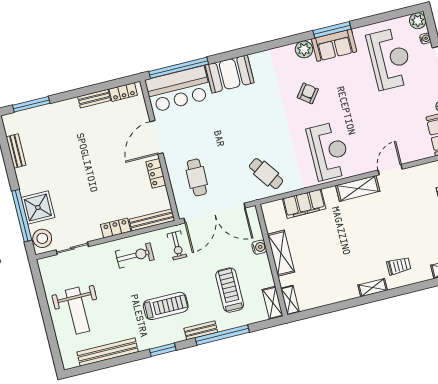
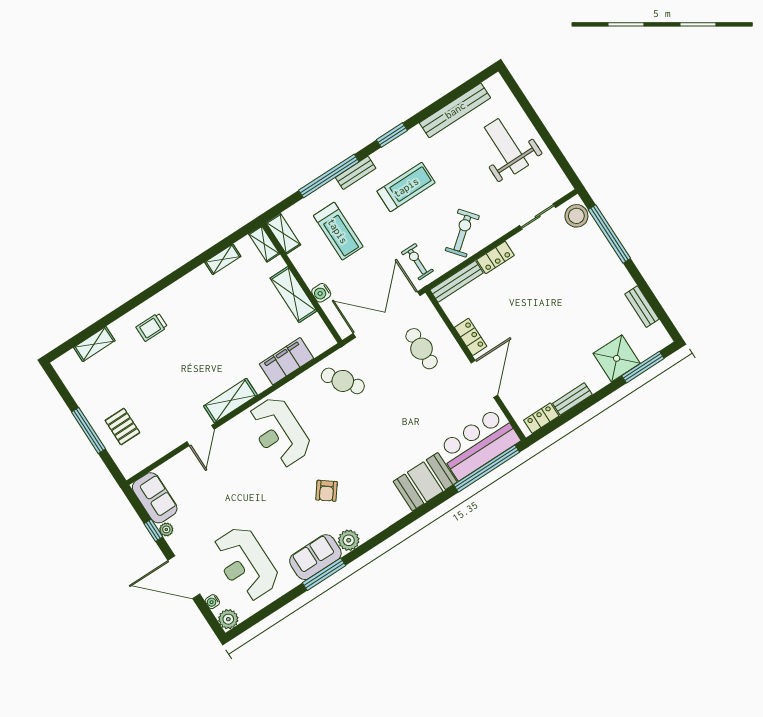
shower: (38, 208) -> (617, 358), moved
exercise bike: (135, 255) -> (462, 233), turned 141
shelving: (373, 288) -> (223, 259), moved
treadmill: (166, 306) -> (406, 187), turned 180

